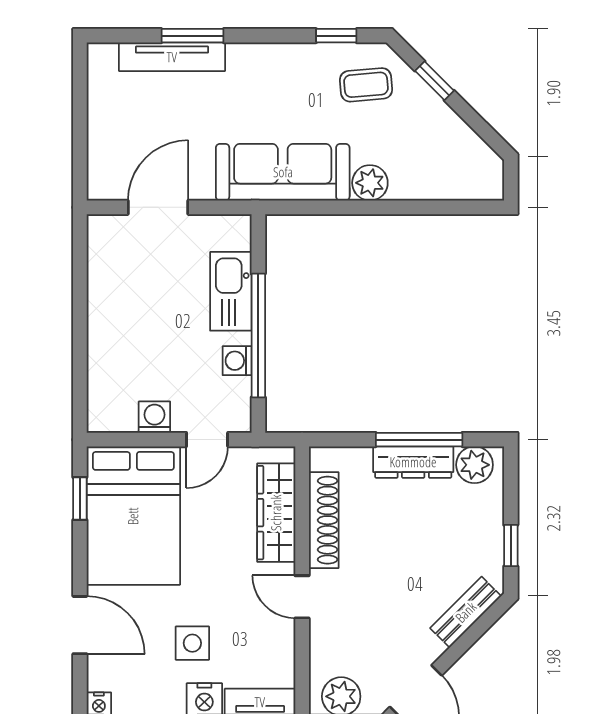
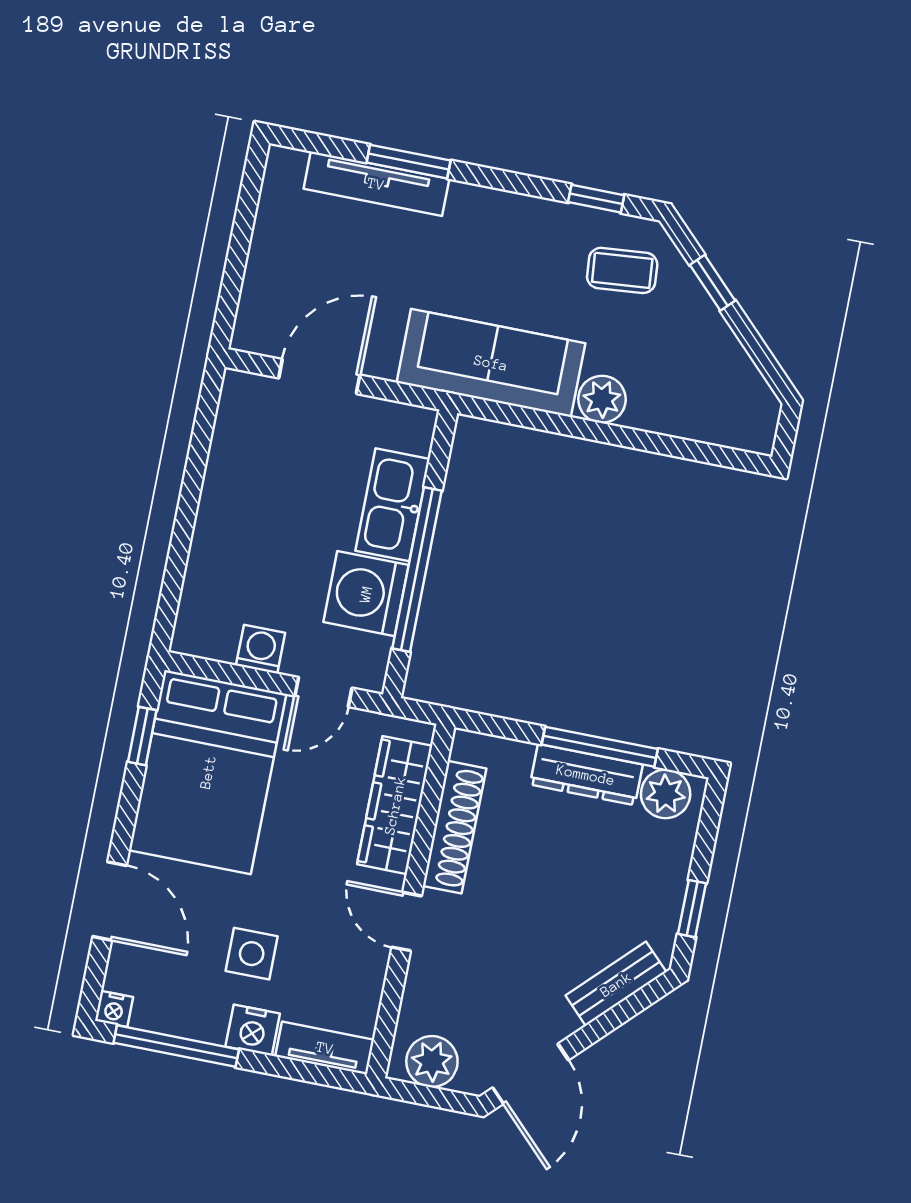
washing machine: (237, 361) -> (366, 594), width x1.89, depth x1.89

